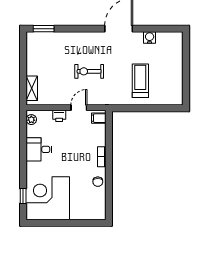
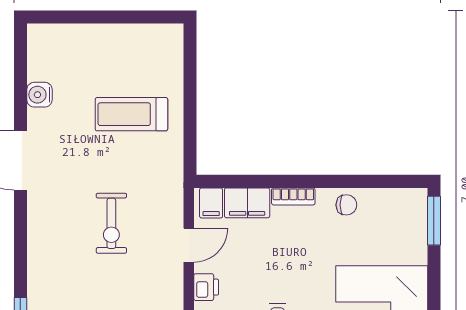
door: (79, 108) -> (189, 245), swing flipped
filing cabinet: (99, 135) -> (247, 203), added
window: (90, 223) -> (434, 221), added

